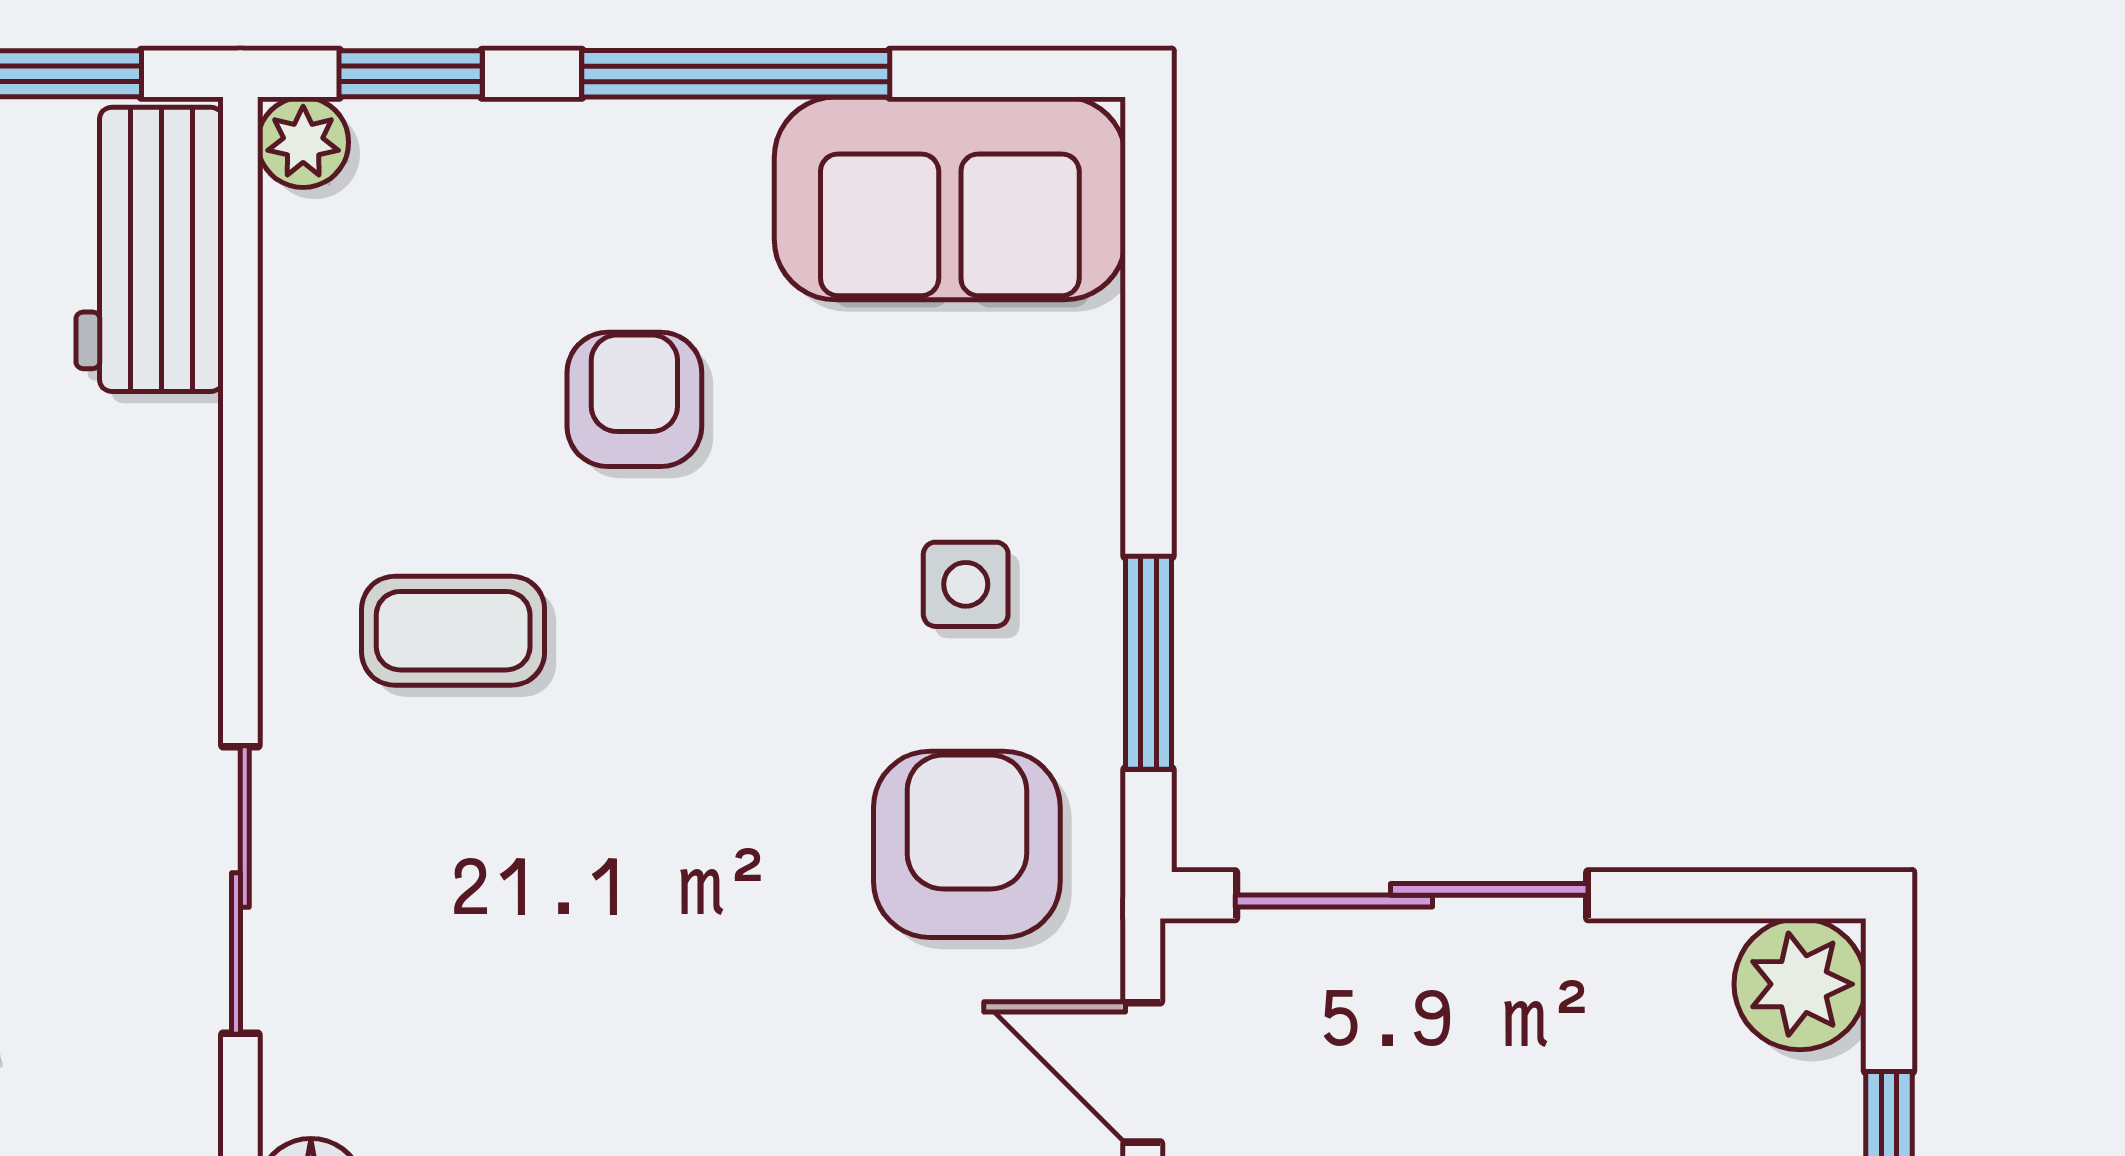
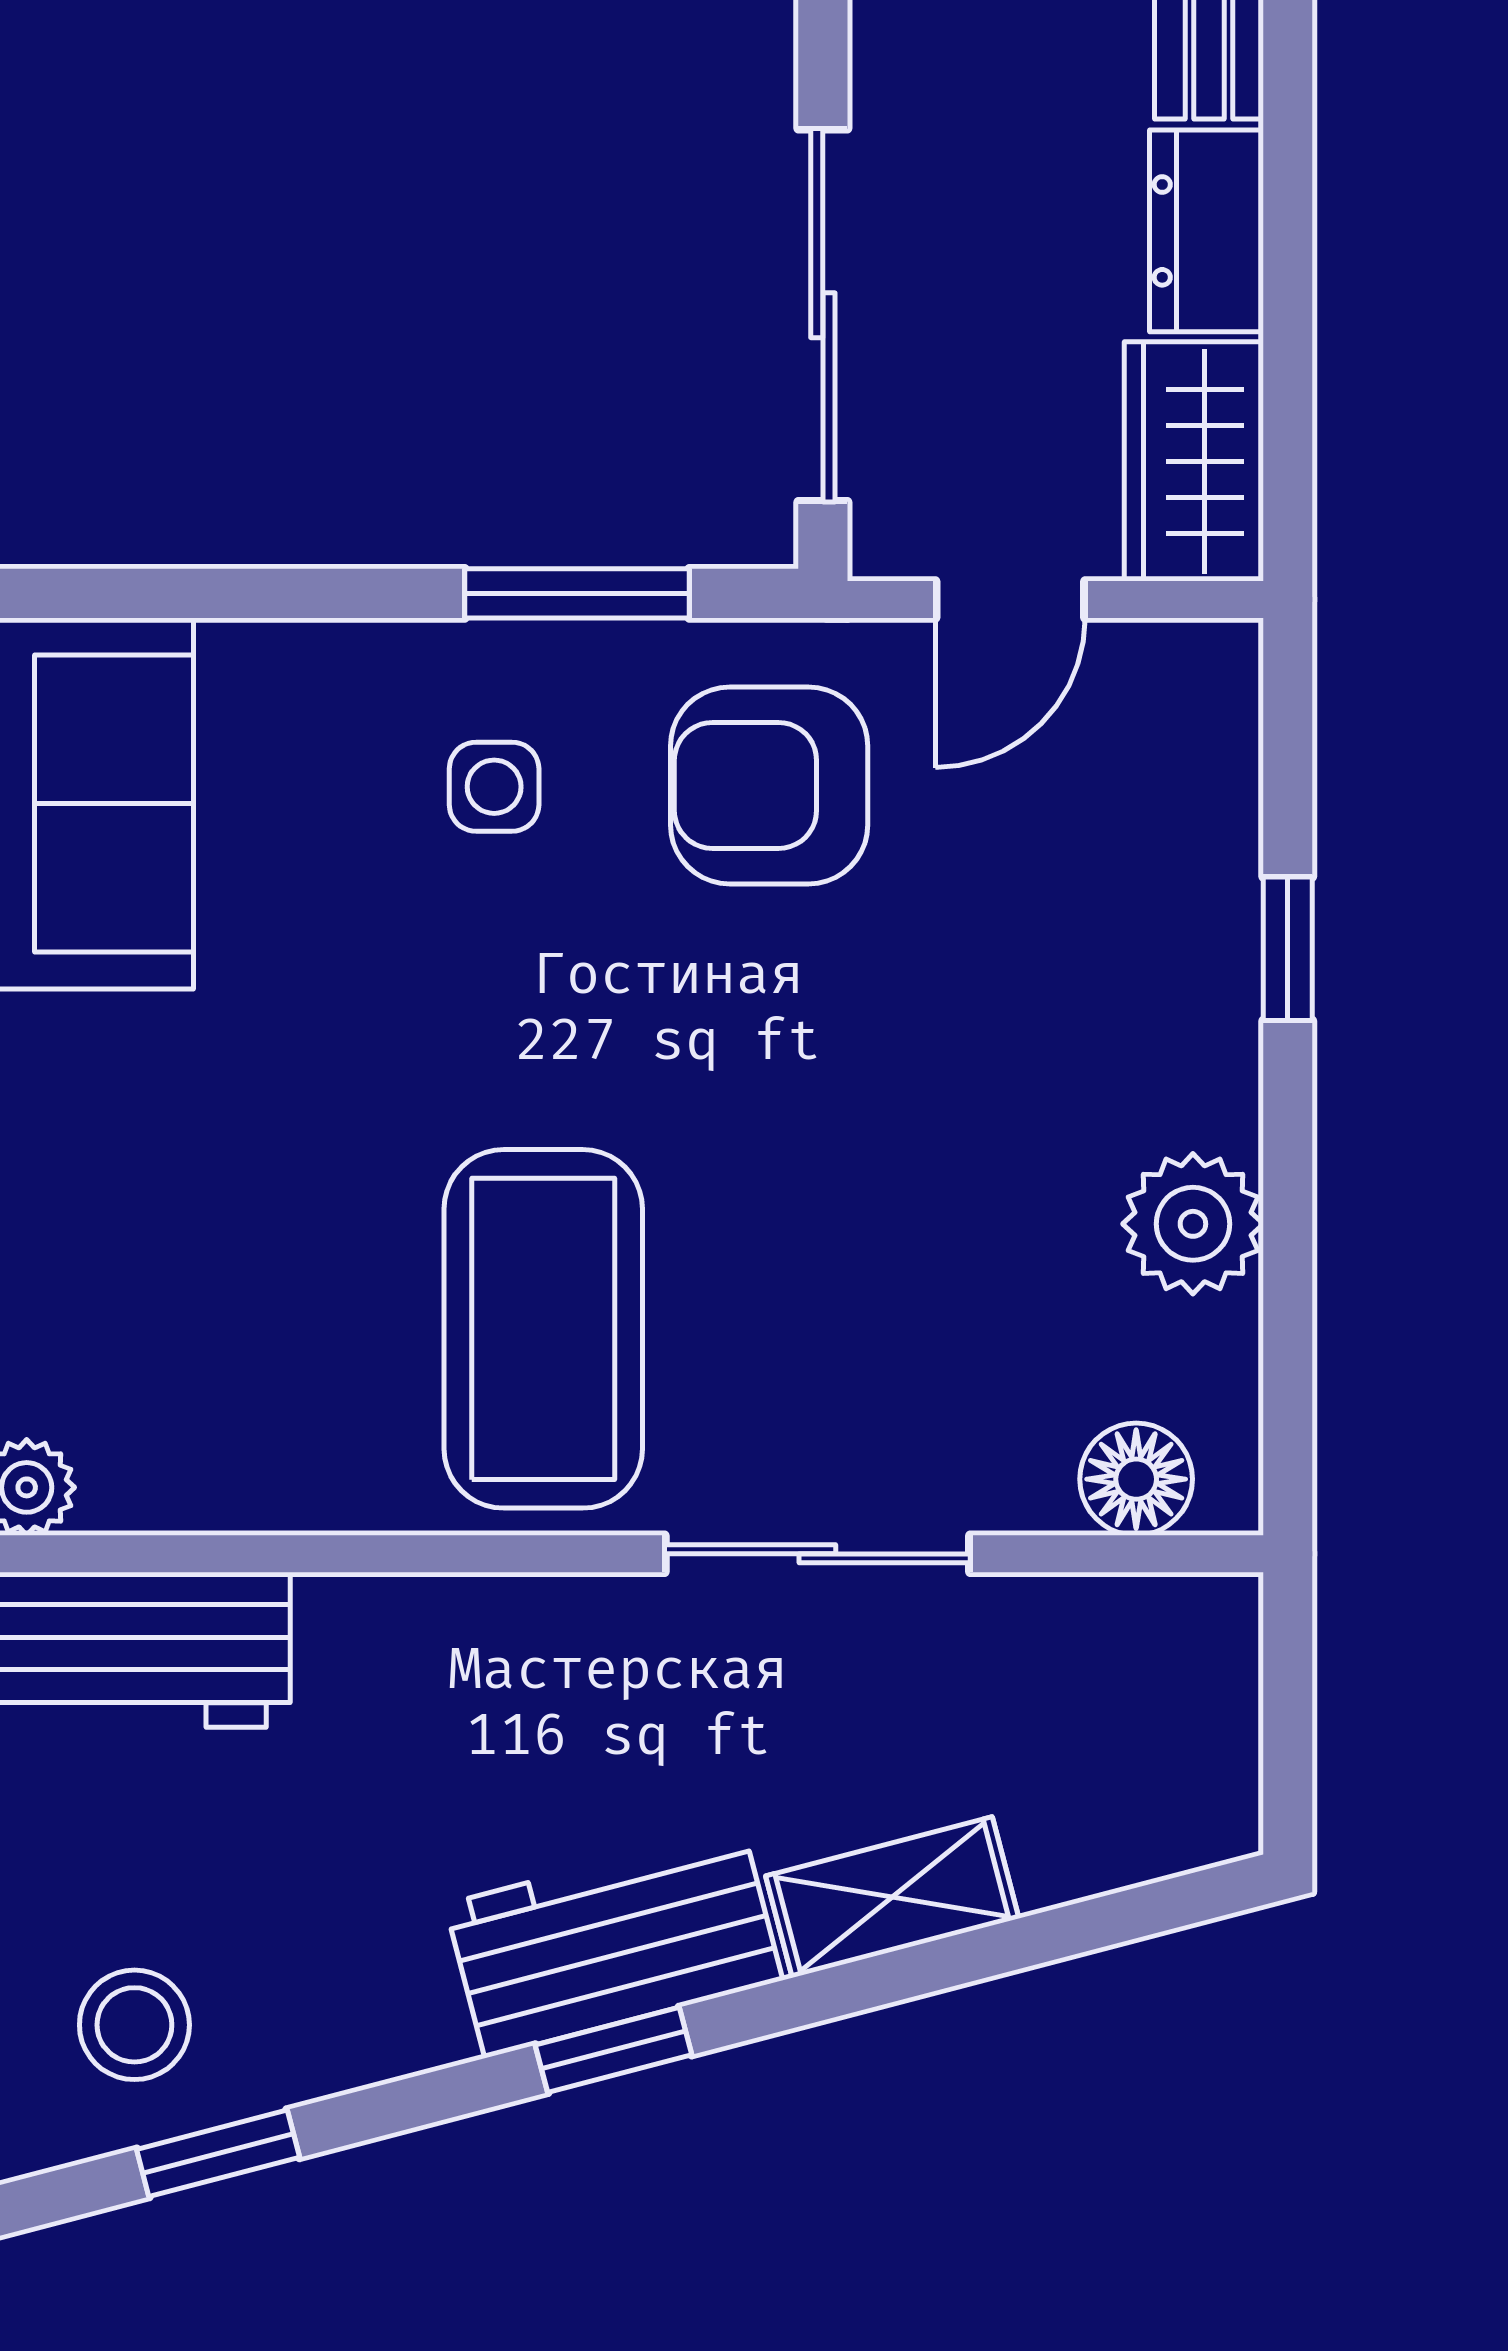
armchair: (634, 399) -> (299, 1137), removed
coffee table: (453, 631) -> (543, 1329), width x1.86, depth x1.72

